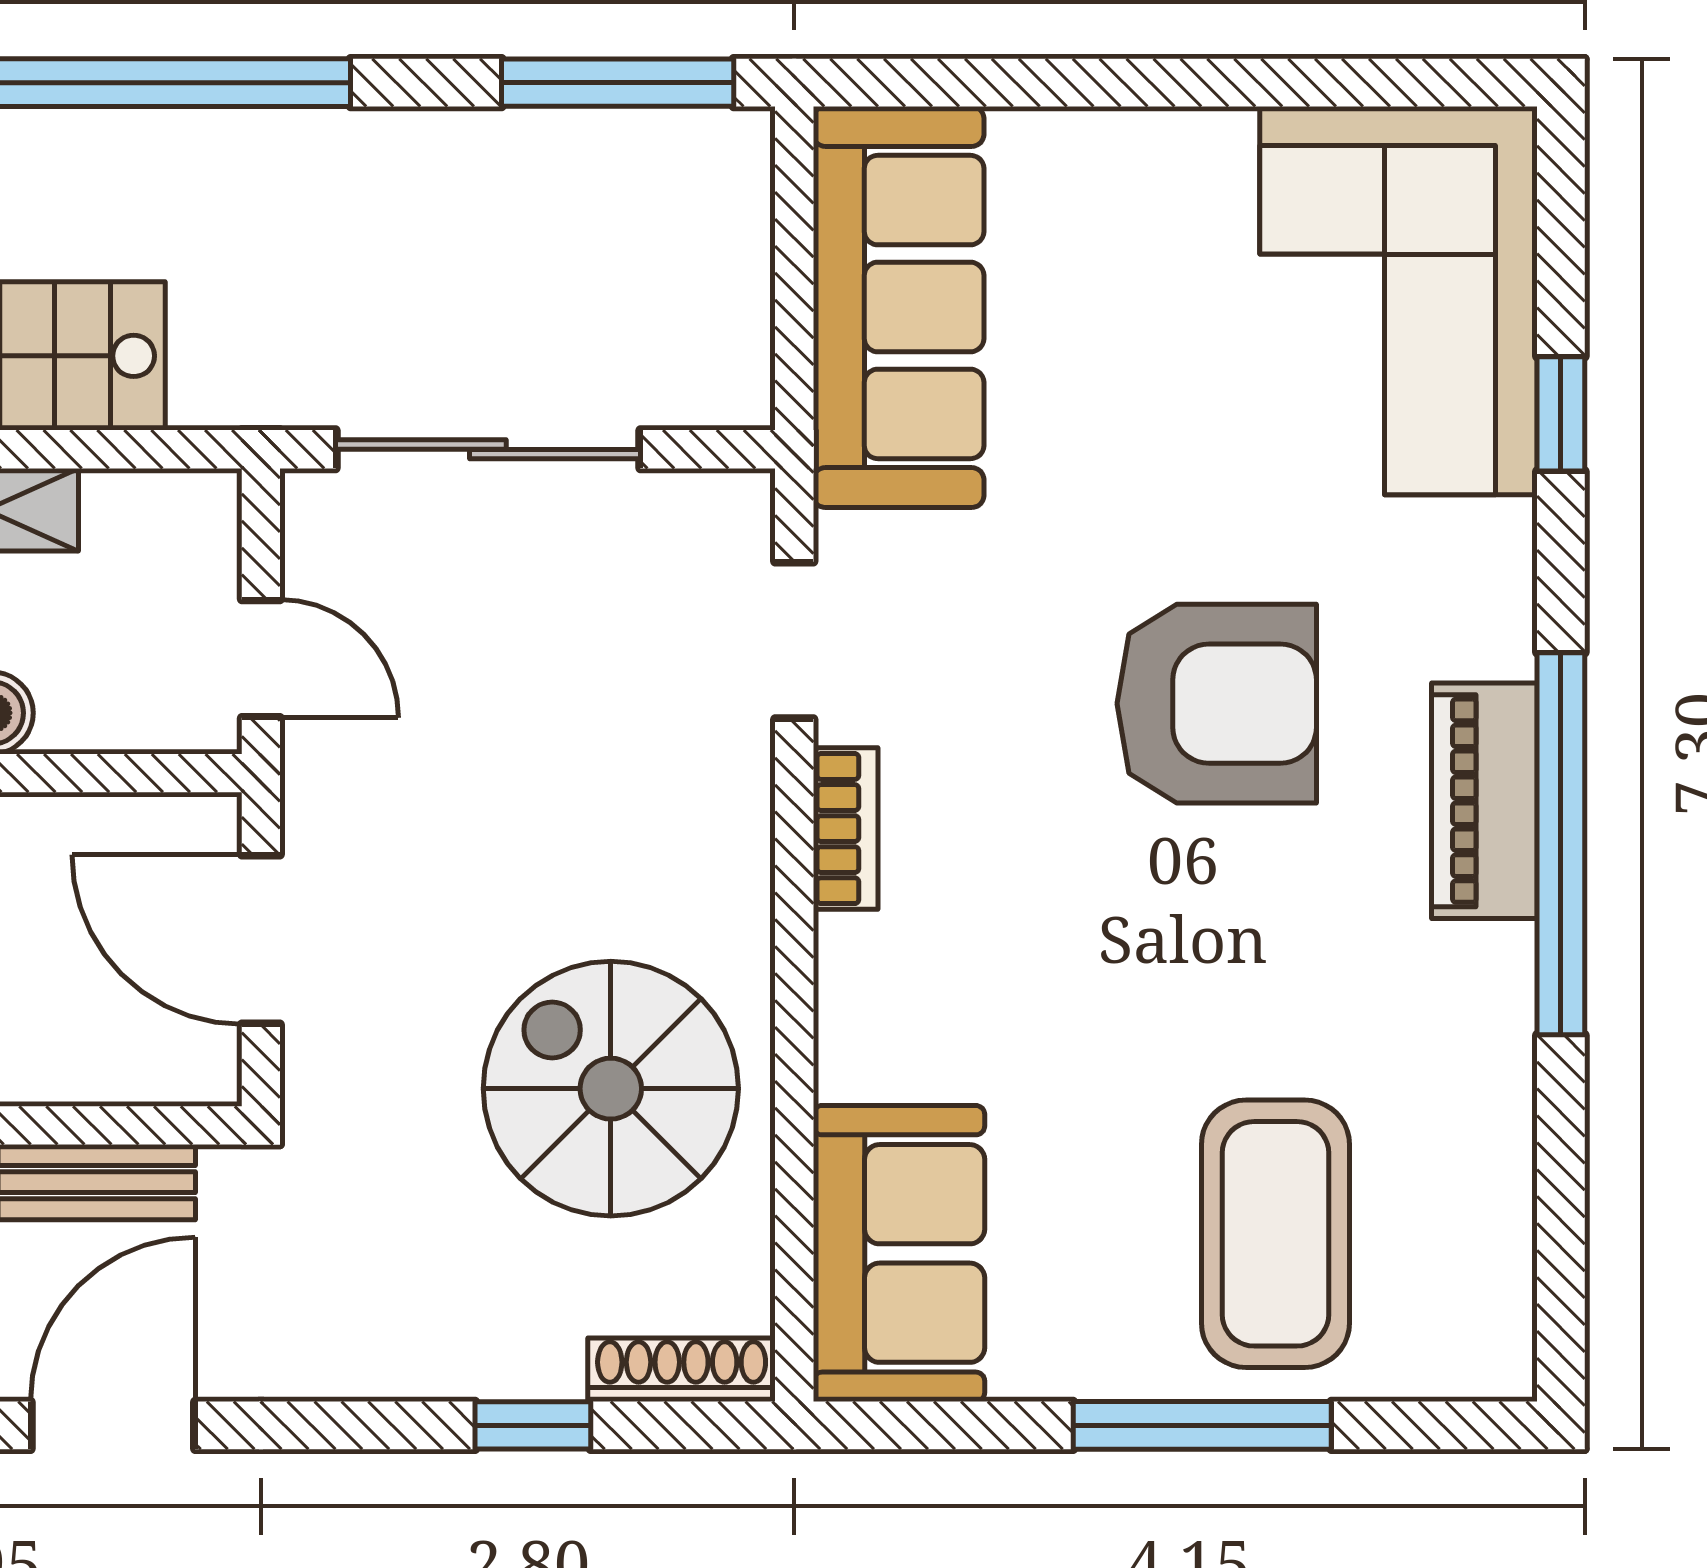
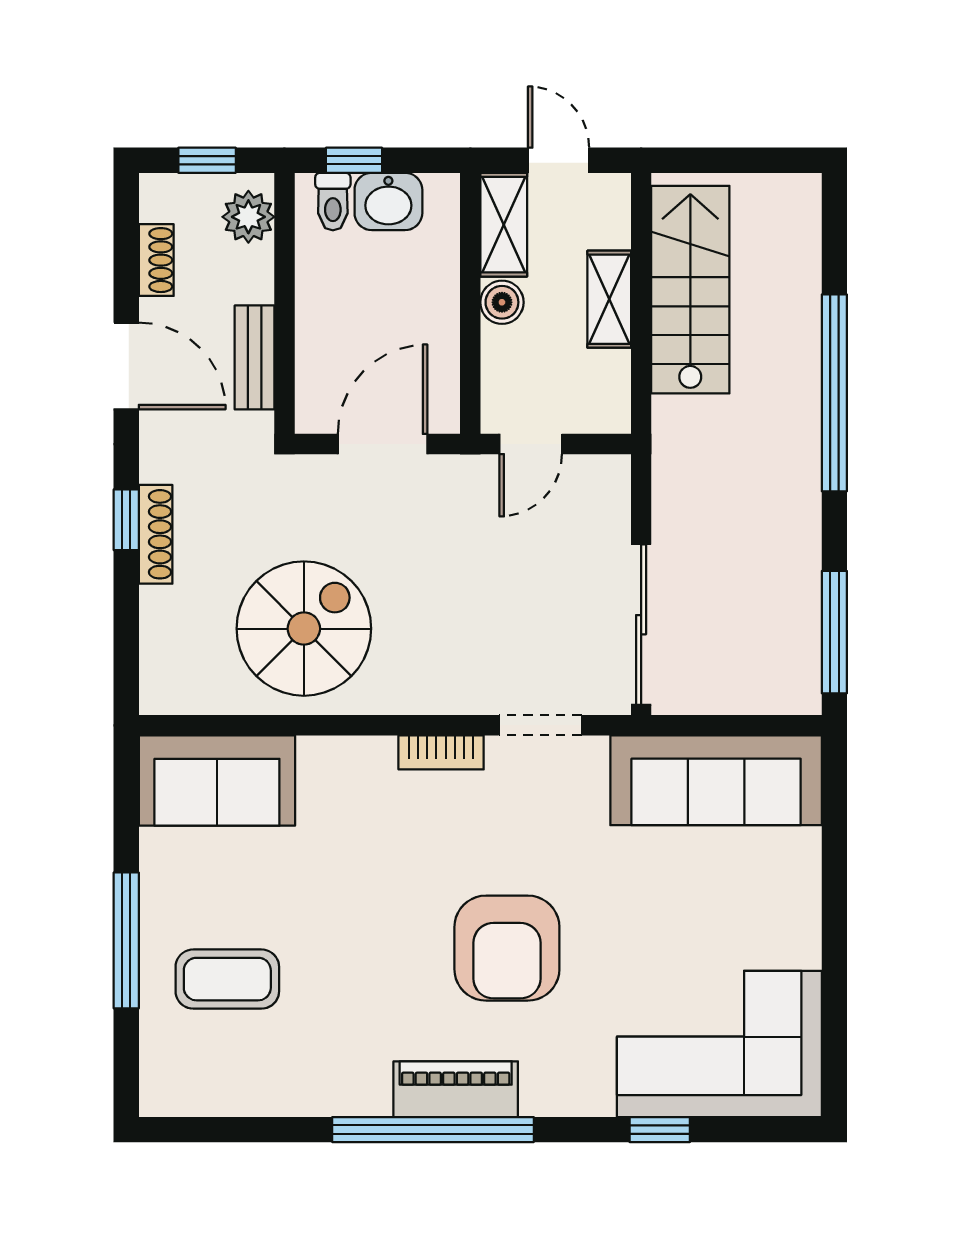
sliding door: (488, 449) -> (641, 625), moved
coffee table: (1275, 1234) -> (227, 979), width x0.73, depth x0.76
shoe rack: (682, 1370) -> (156, 534), moved
window: (533, 1425) -> (126, 520), moved

